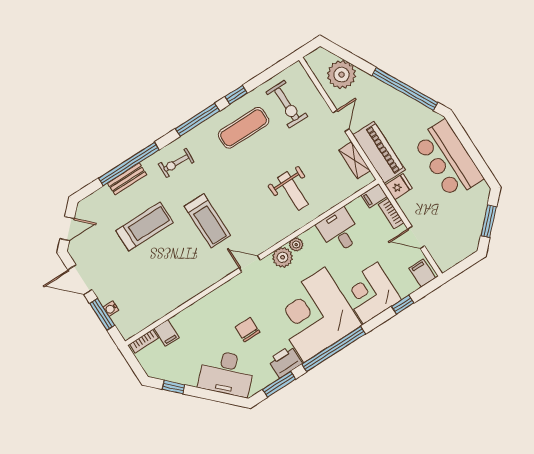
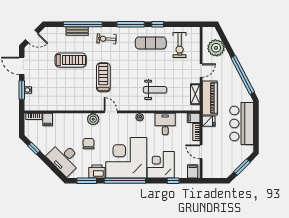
weight bench: (293, 191) -> (155, 90), turned -90
treadmill: (207, 221) -> (103, 77), turned 180
plant: (283, 257) -> (93, 119), moved

